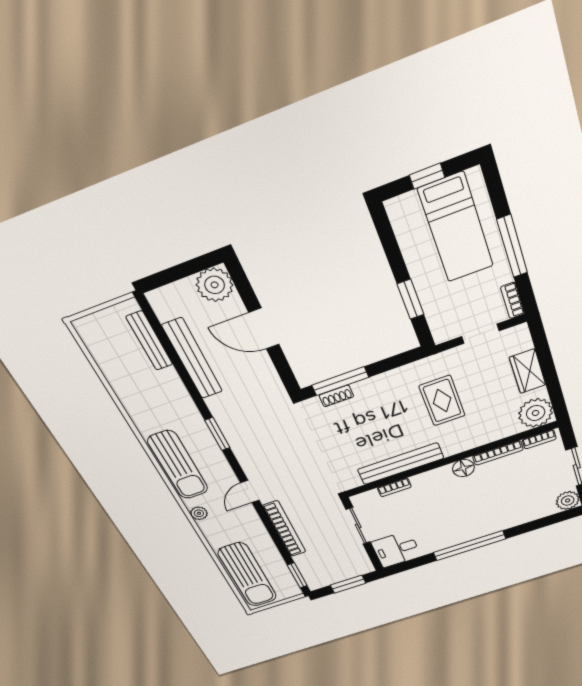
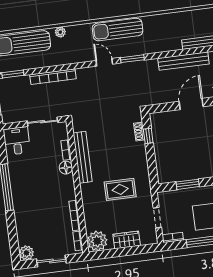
window: (340, 381) -> (148, 136), width x0.46
floor lamp: (463, 468) -> (66, 168), moved
door: (250, 492) -> (104, 62), moved
plant: (199, 513) -> (60, 32), moved

